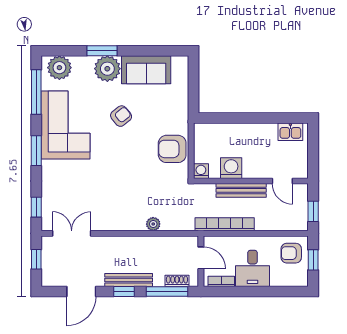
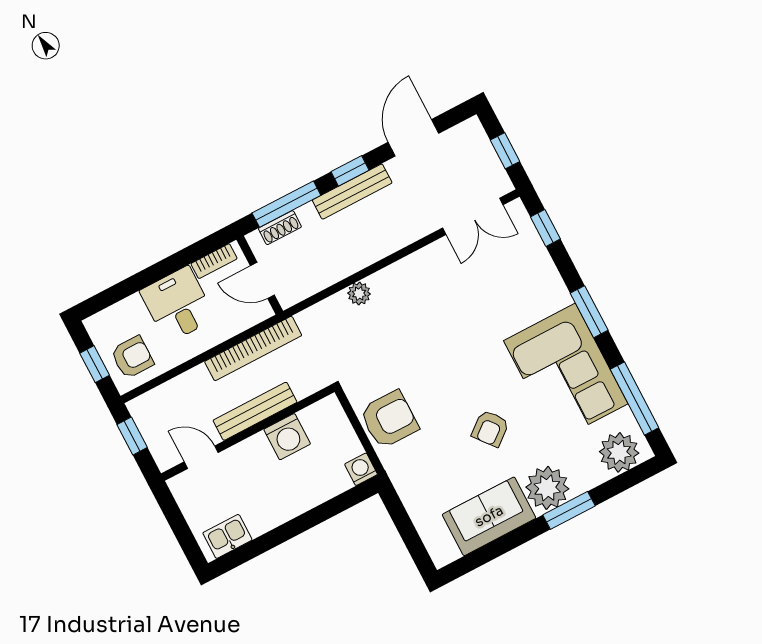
washing machine: (201, 171) -> (361, 469), moved, turned 180

